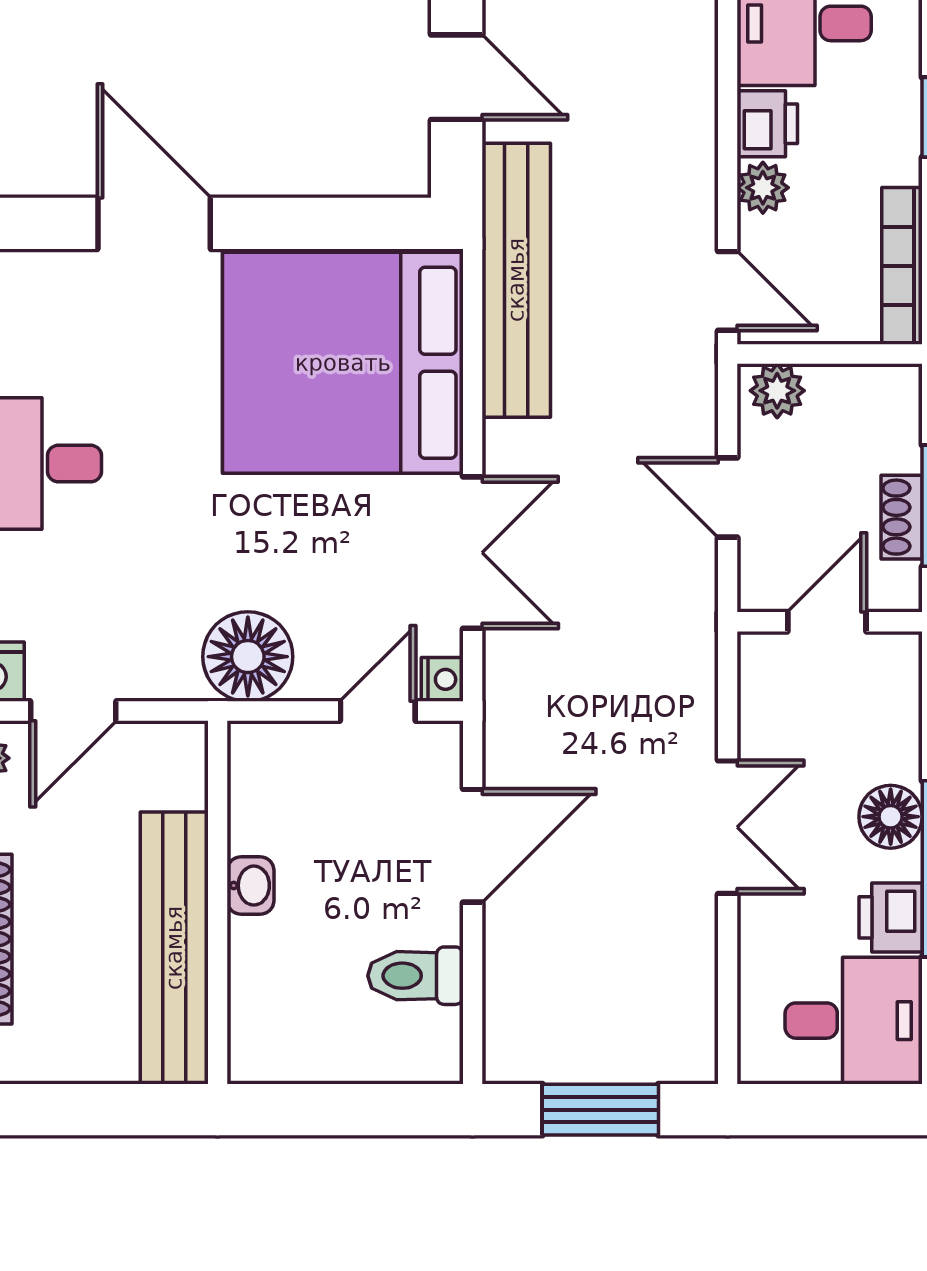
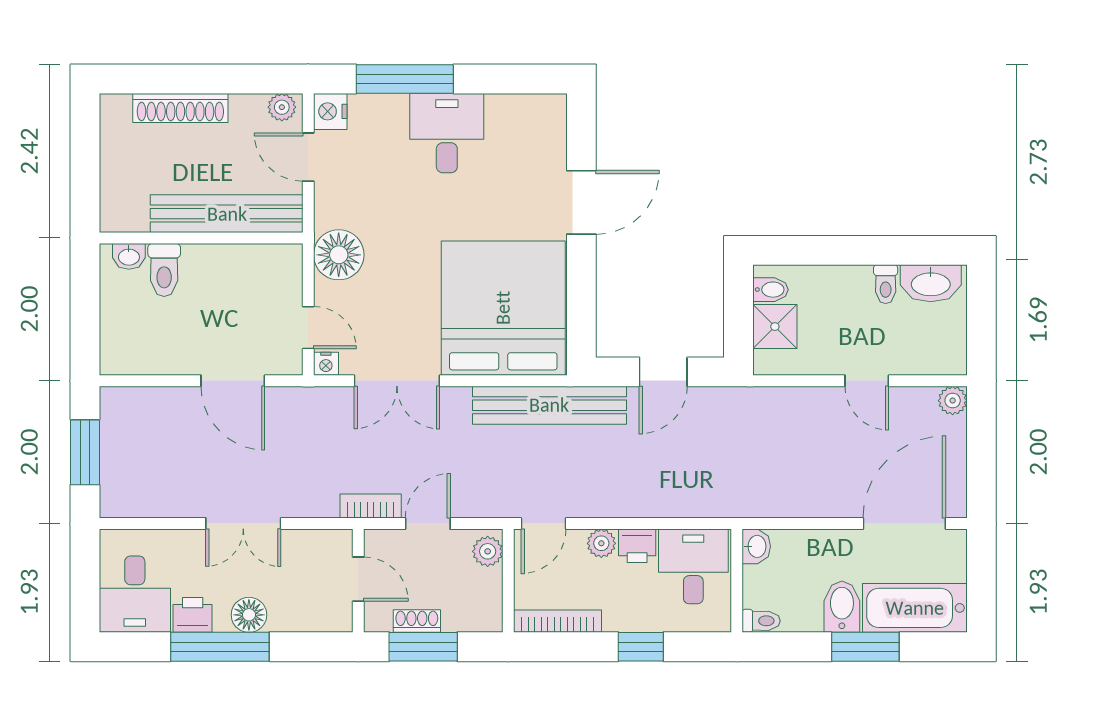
bookcase: (696, 600) -> (371, 506), added
washbasin: (251, 886) -> (129, 256), moved
bench: (174, 948) -> (227, 214), moved
toilet: (416, 976) -> (164, 270), moved, turned 180

